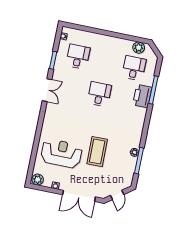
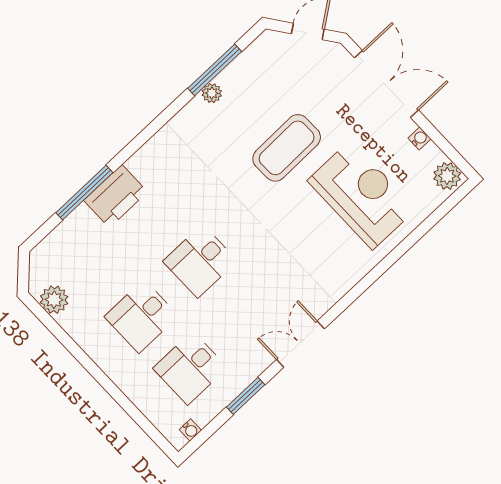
desk: (134, 68) -> (141, 316), moved
reception desk: (61, 153) -> (362, 195), turned 180

